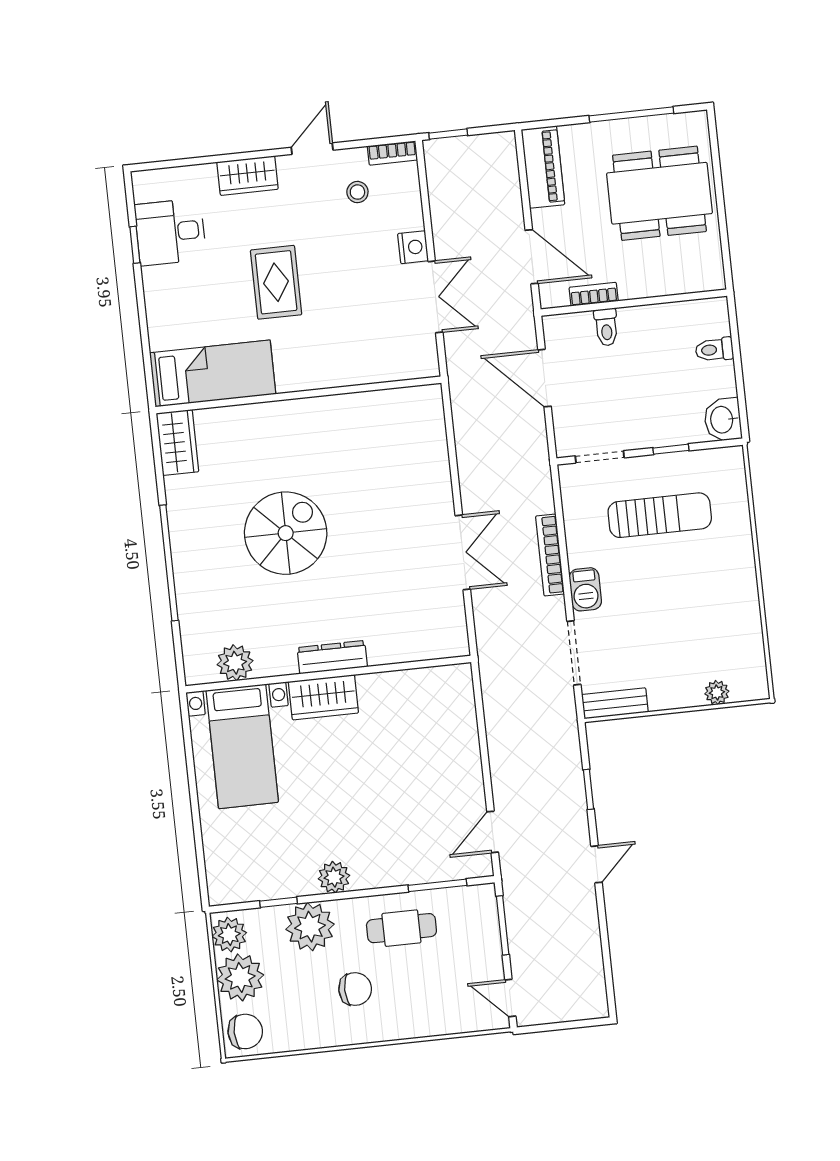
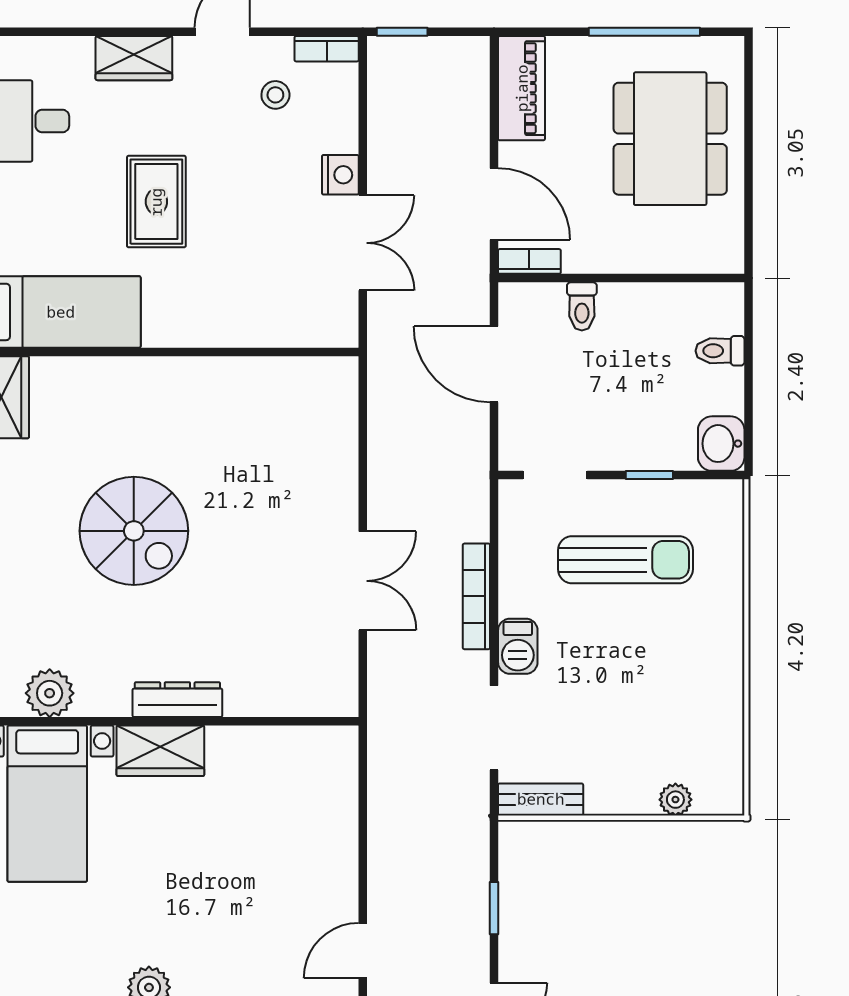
dining table: (659, 193) -> (670, 139), turned 90
bookcase: (594, 294) -> (529, 261), moved
spiral stairs: (286, 533) -> (134, 531), turned 90

